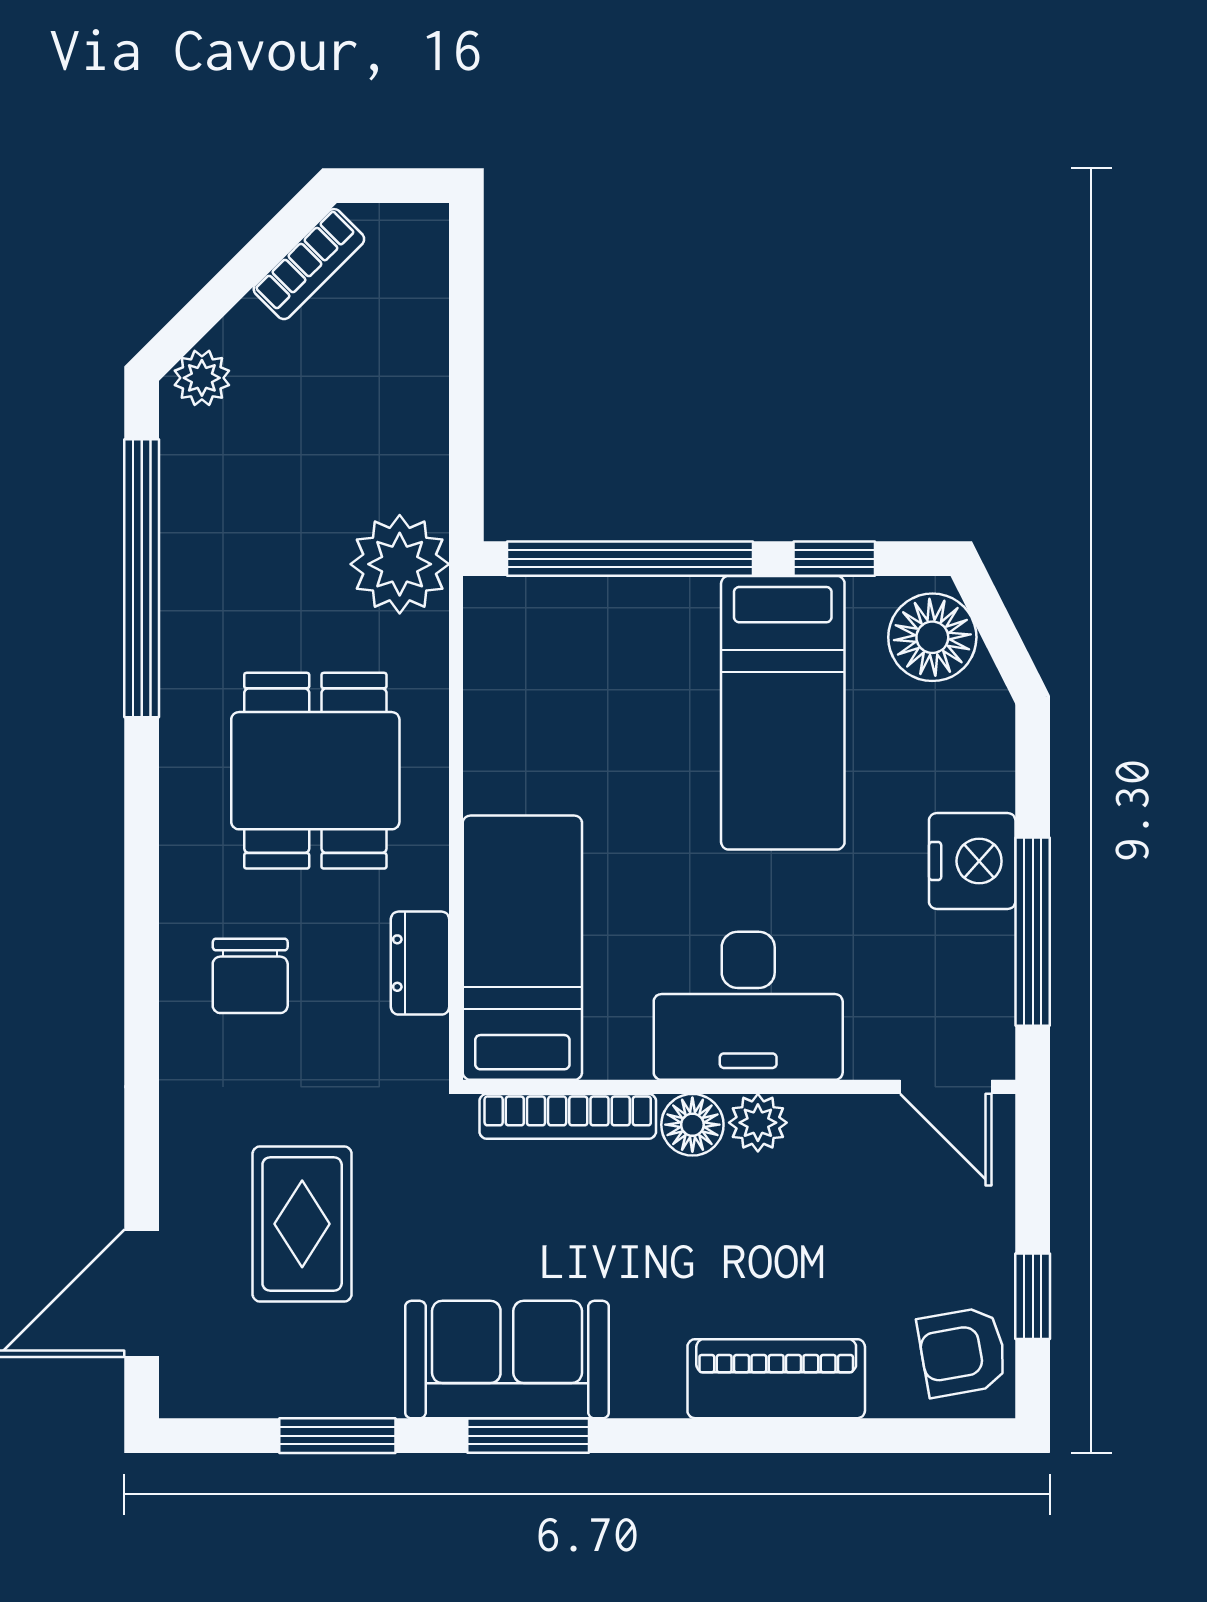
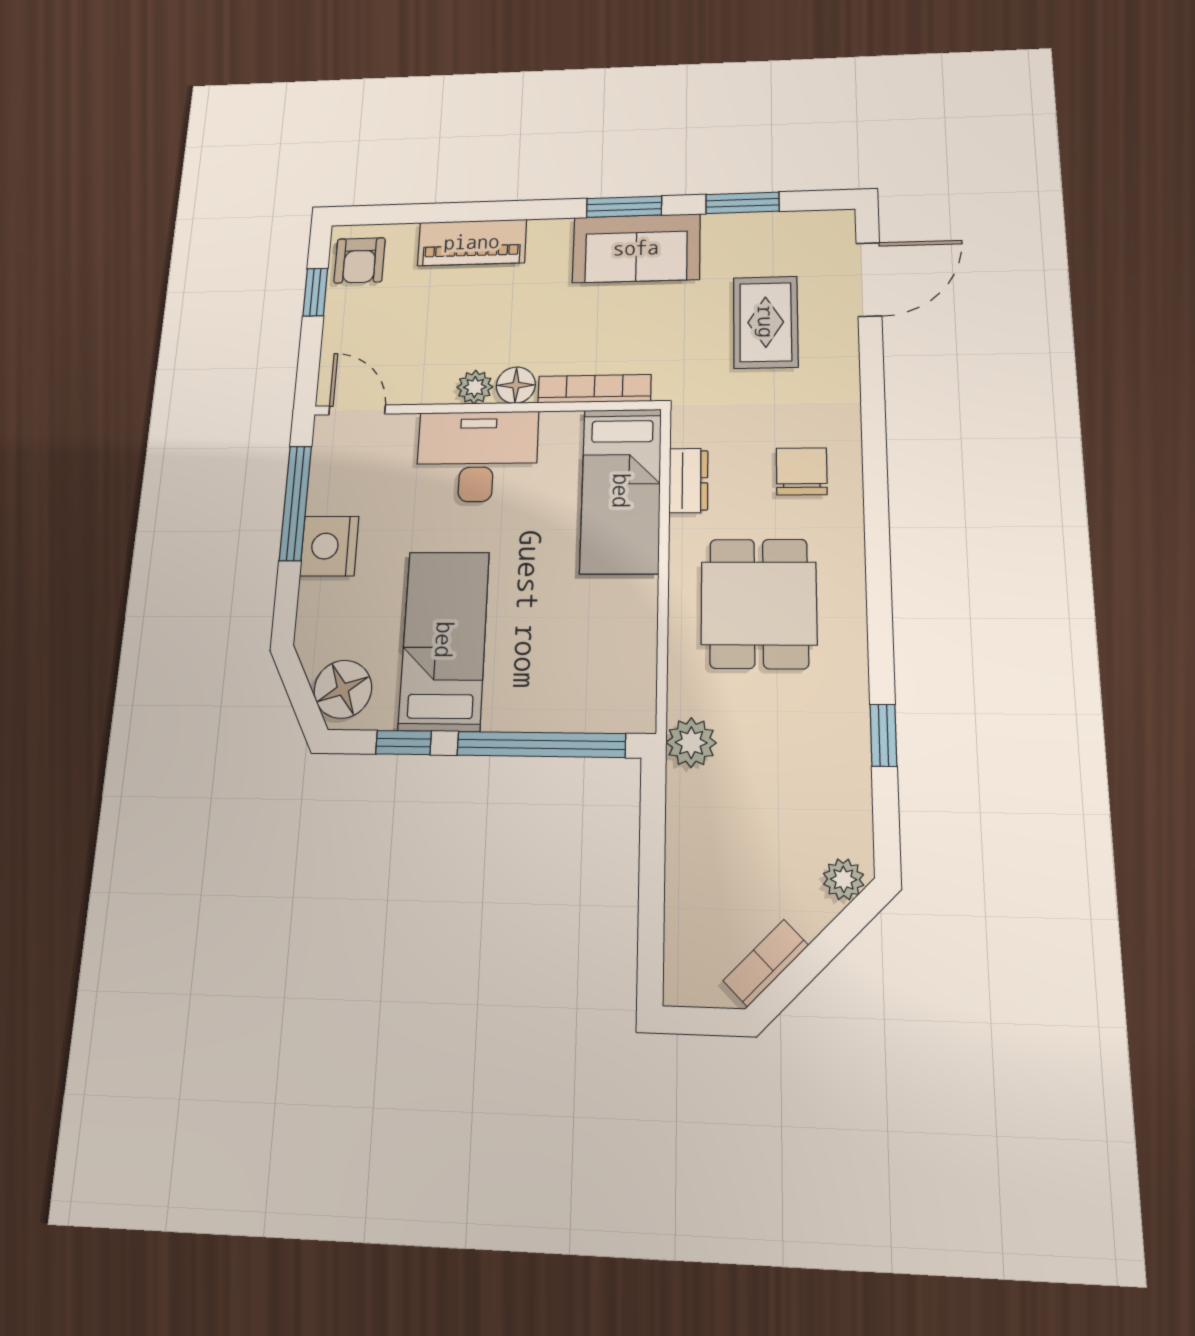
plant: (400, 564) -> (691, 743), width x0.73, depth x0.73
window: (142, 578) -> (883, 735), width x0.32
armchair: (962, 1352) -> (360, 260), turned 100

